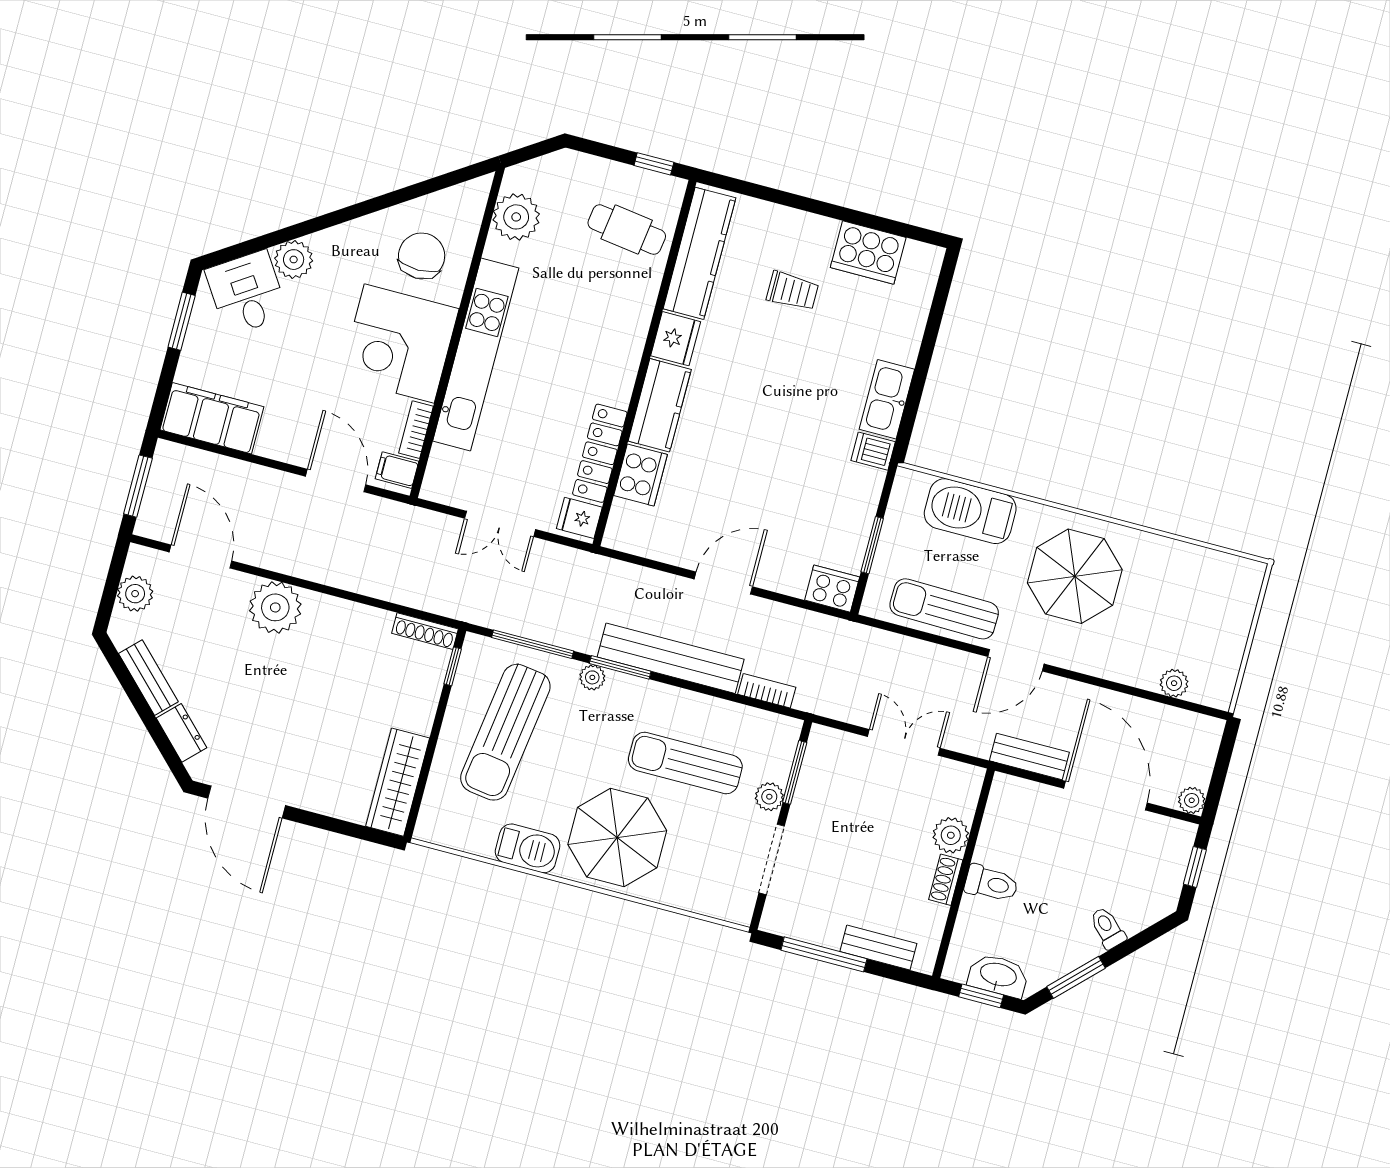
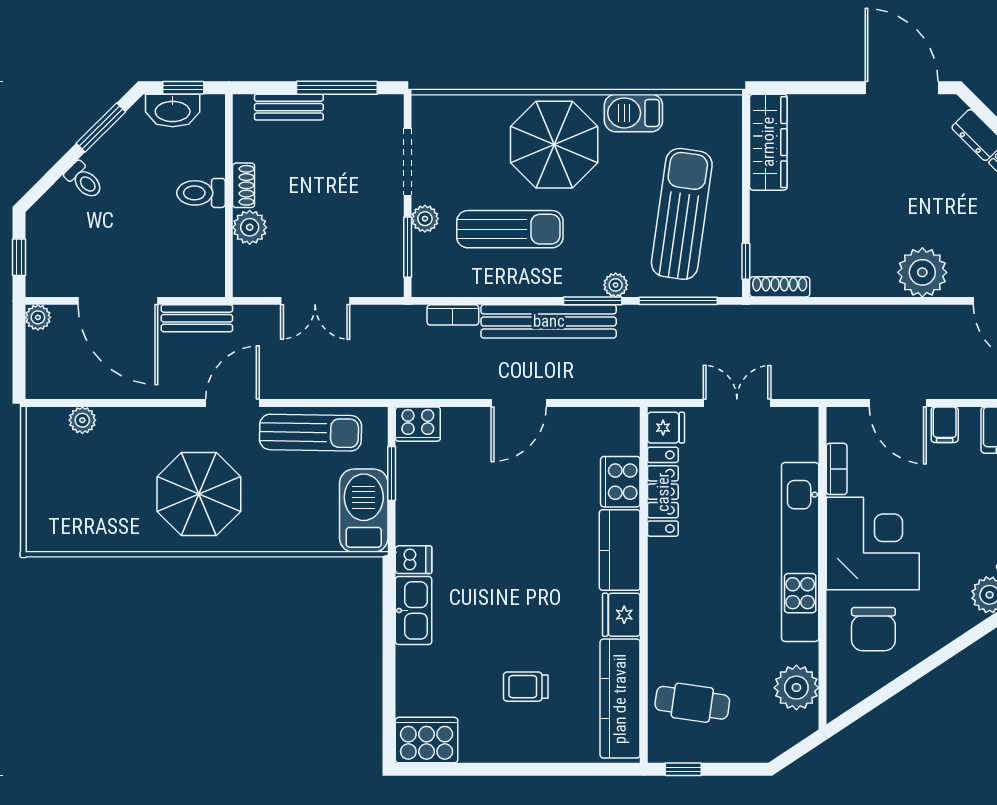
cooker: (868, 252) -> (427, 740), moved
filing cabinet: (397, 470) -> (945, 425), moved, turned 90
barbecue: (970, 511) -> (364, 511), moved, turned -90

